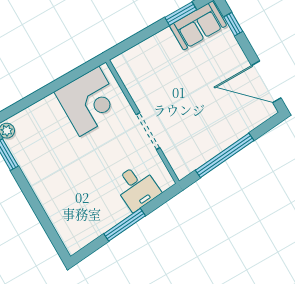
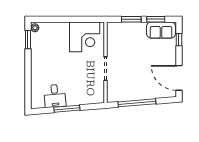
window: (144, 35) -> (131, 19), added
desk: (137, 187) -> (55, 96), moved

